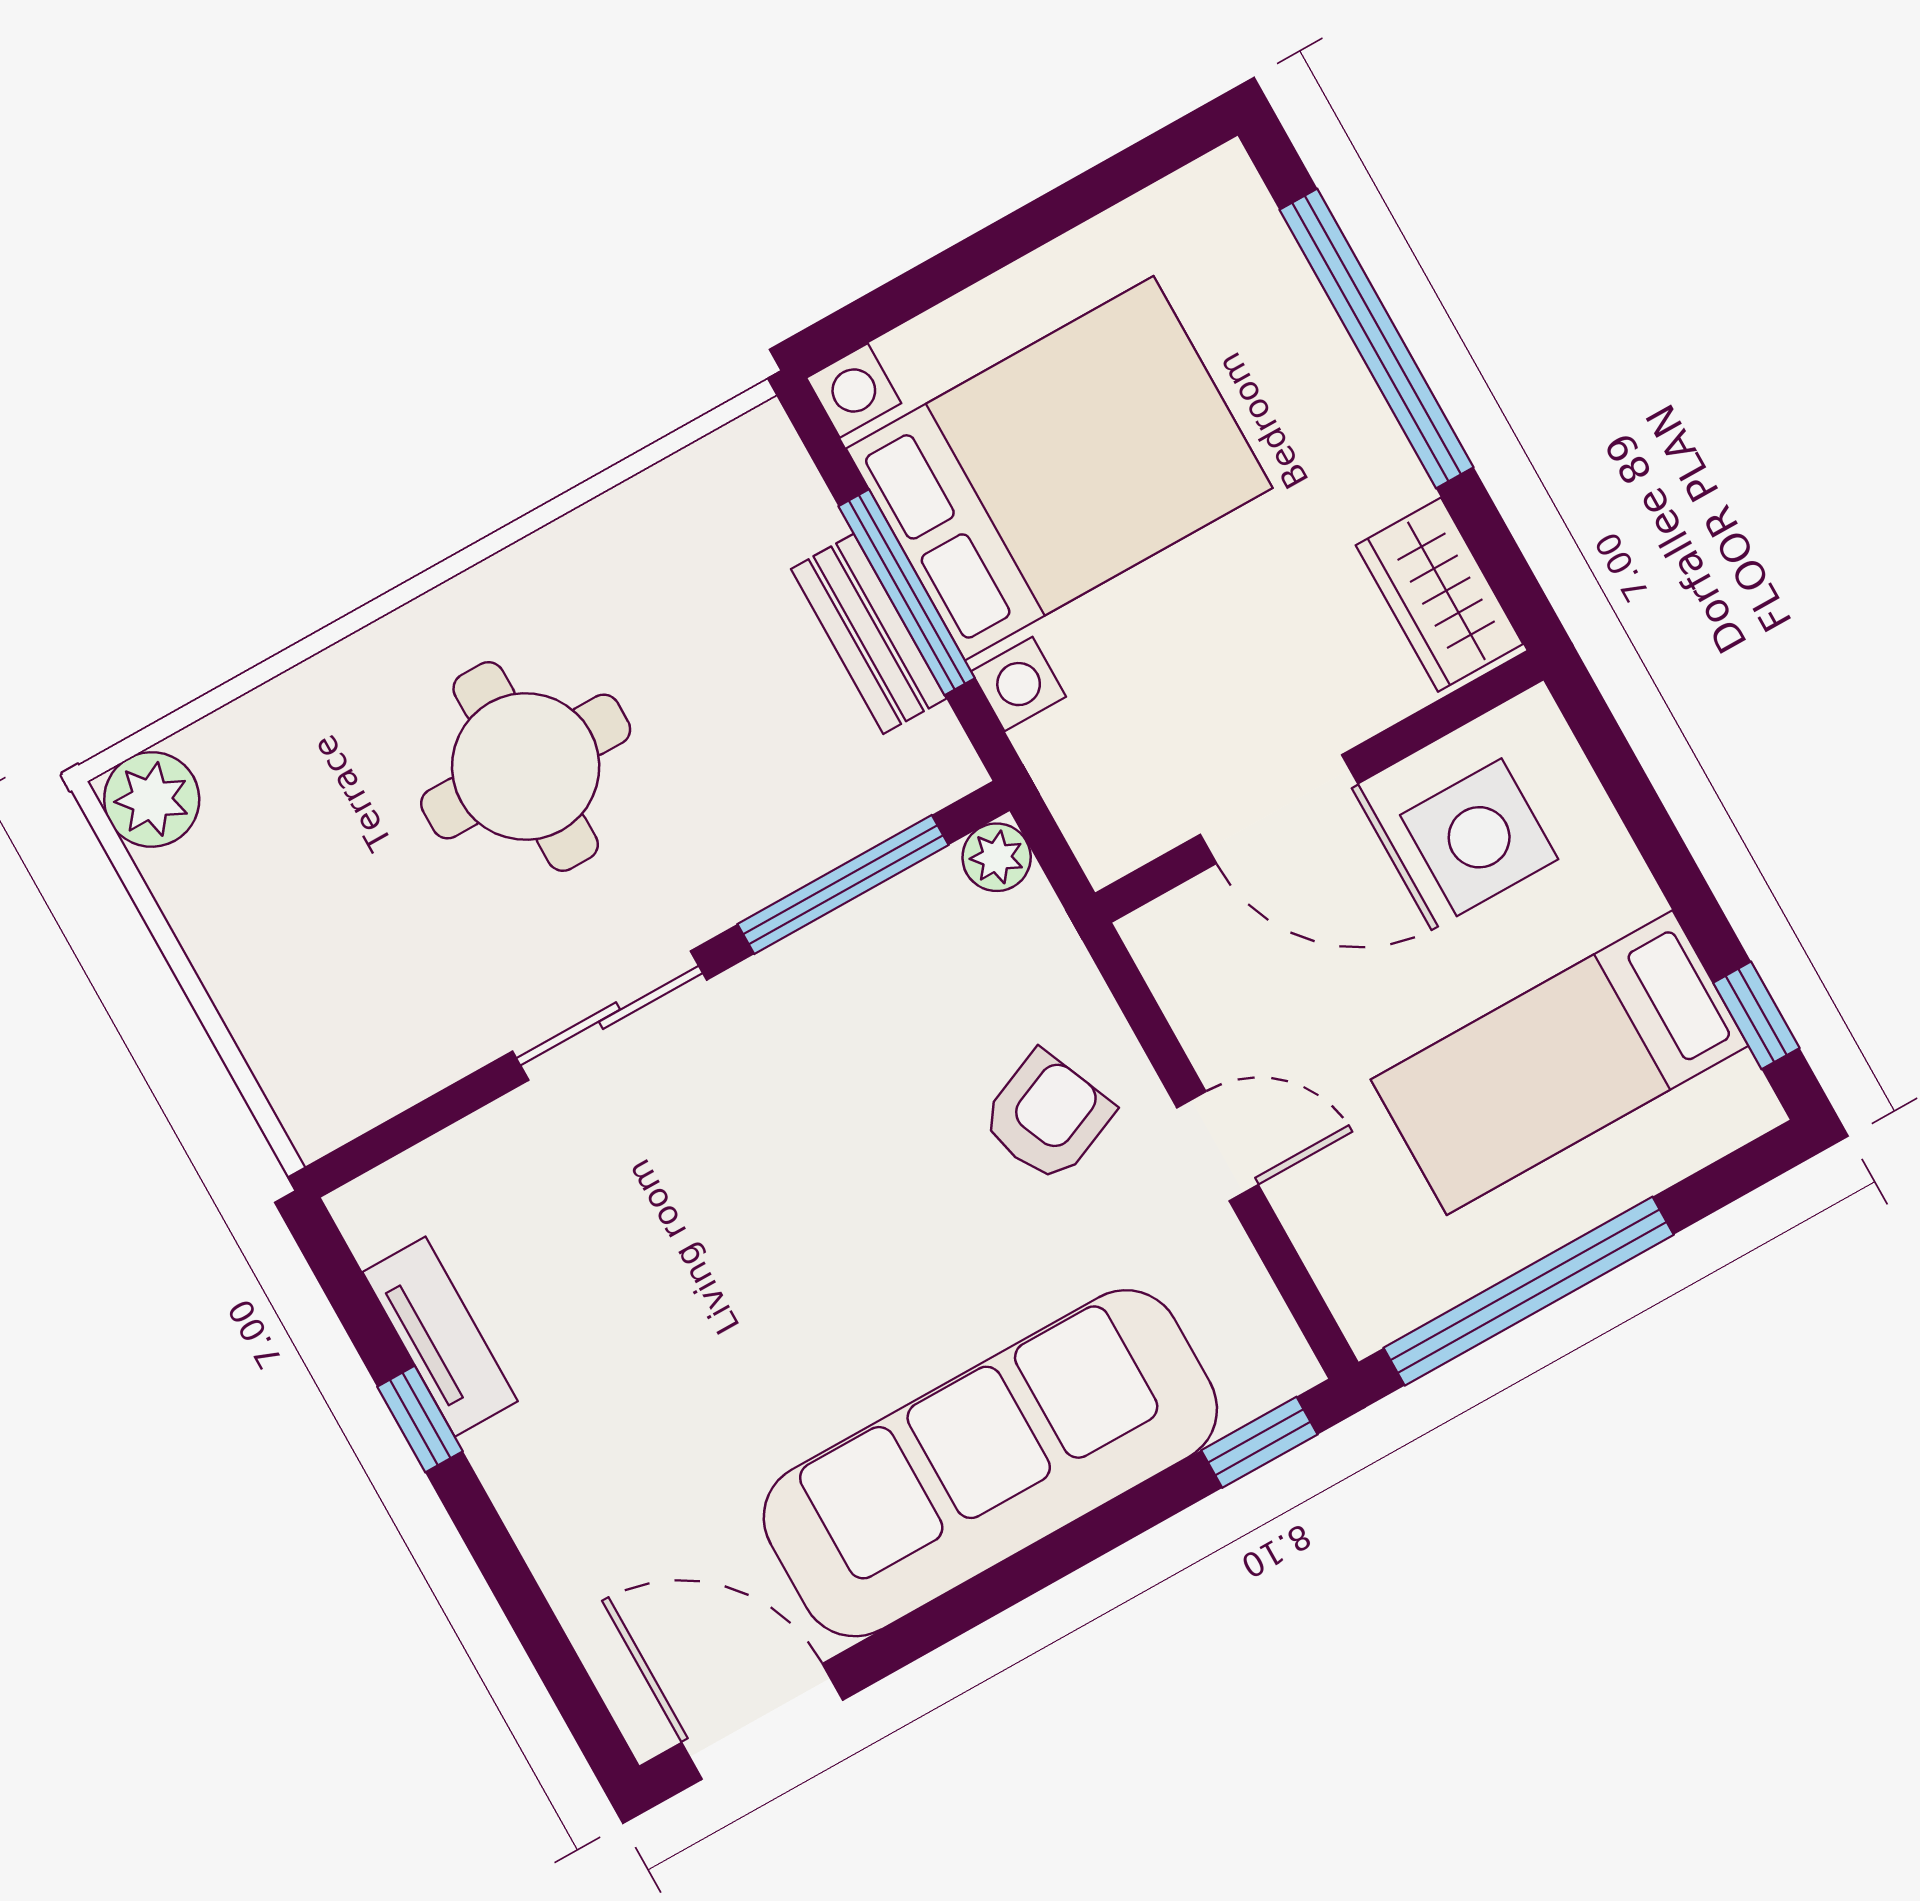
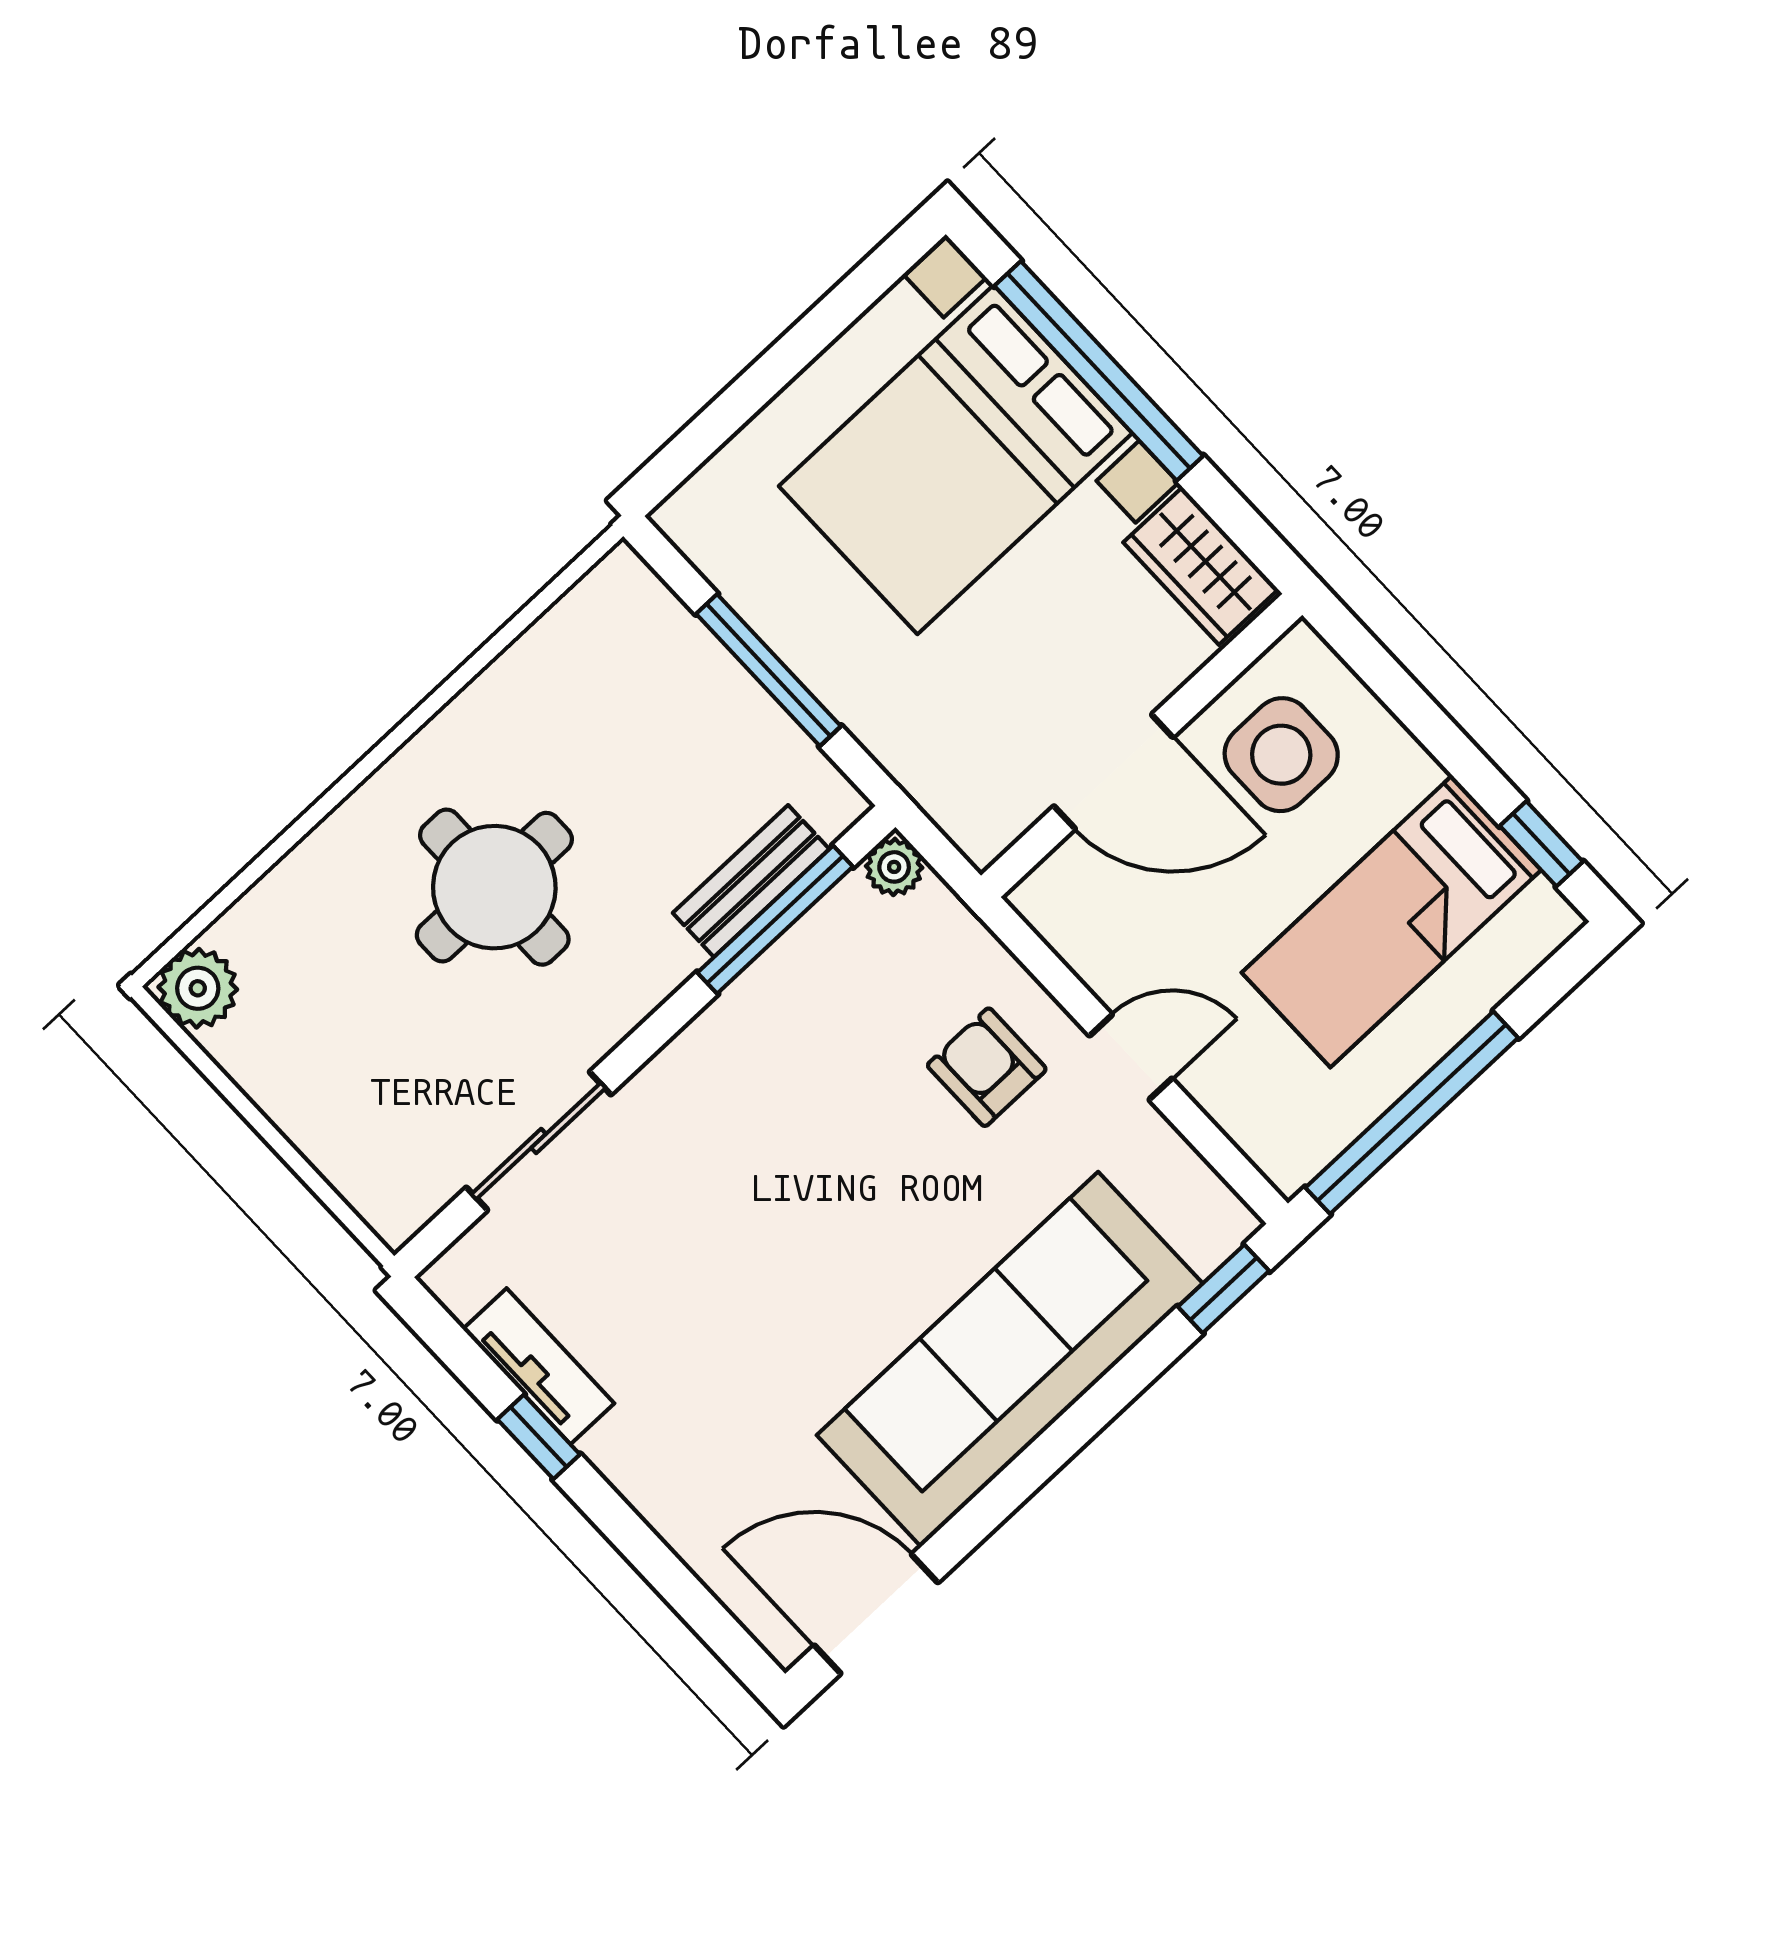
bed with nightstands: (1059, 468) -> (955, 460), moved, turned 180
bench: (869, 634) -> (751, 881), moved, turned 90
sliding door: (610, 1016) -> (539, 1141), moved
armchair: (1047, 1117) -> (987, 1067), turned -67

